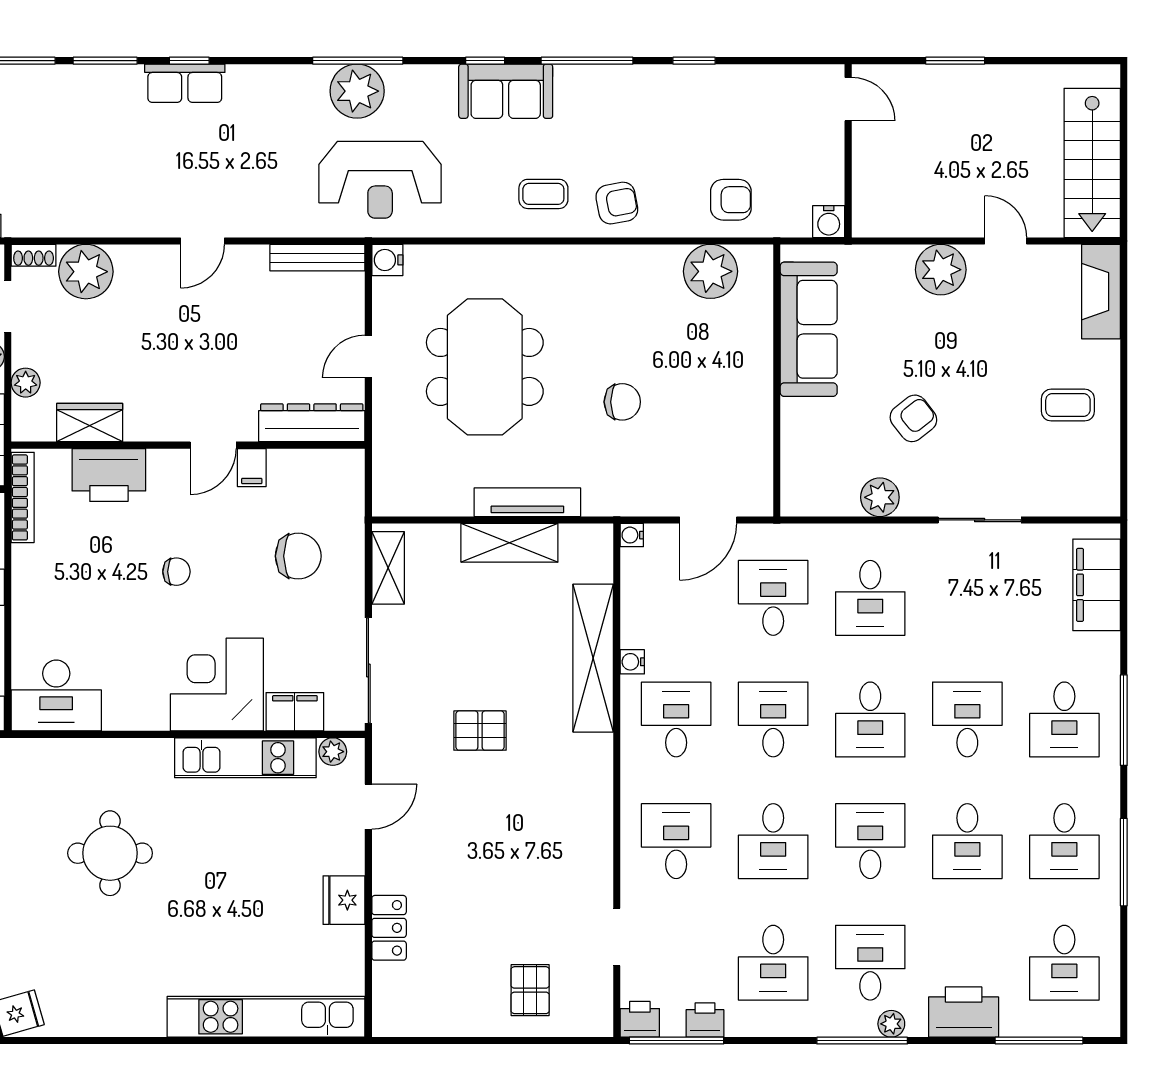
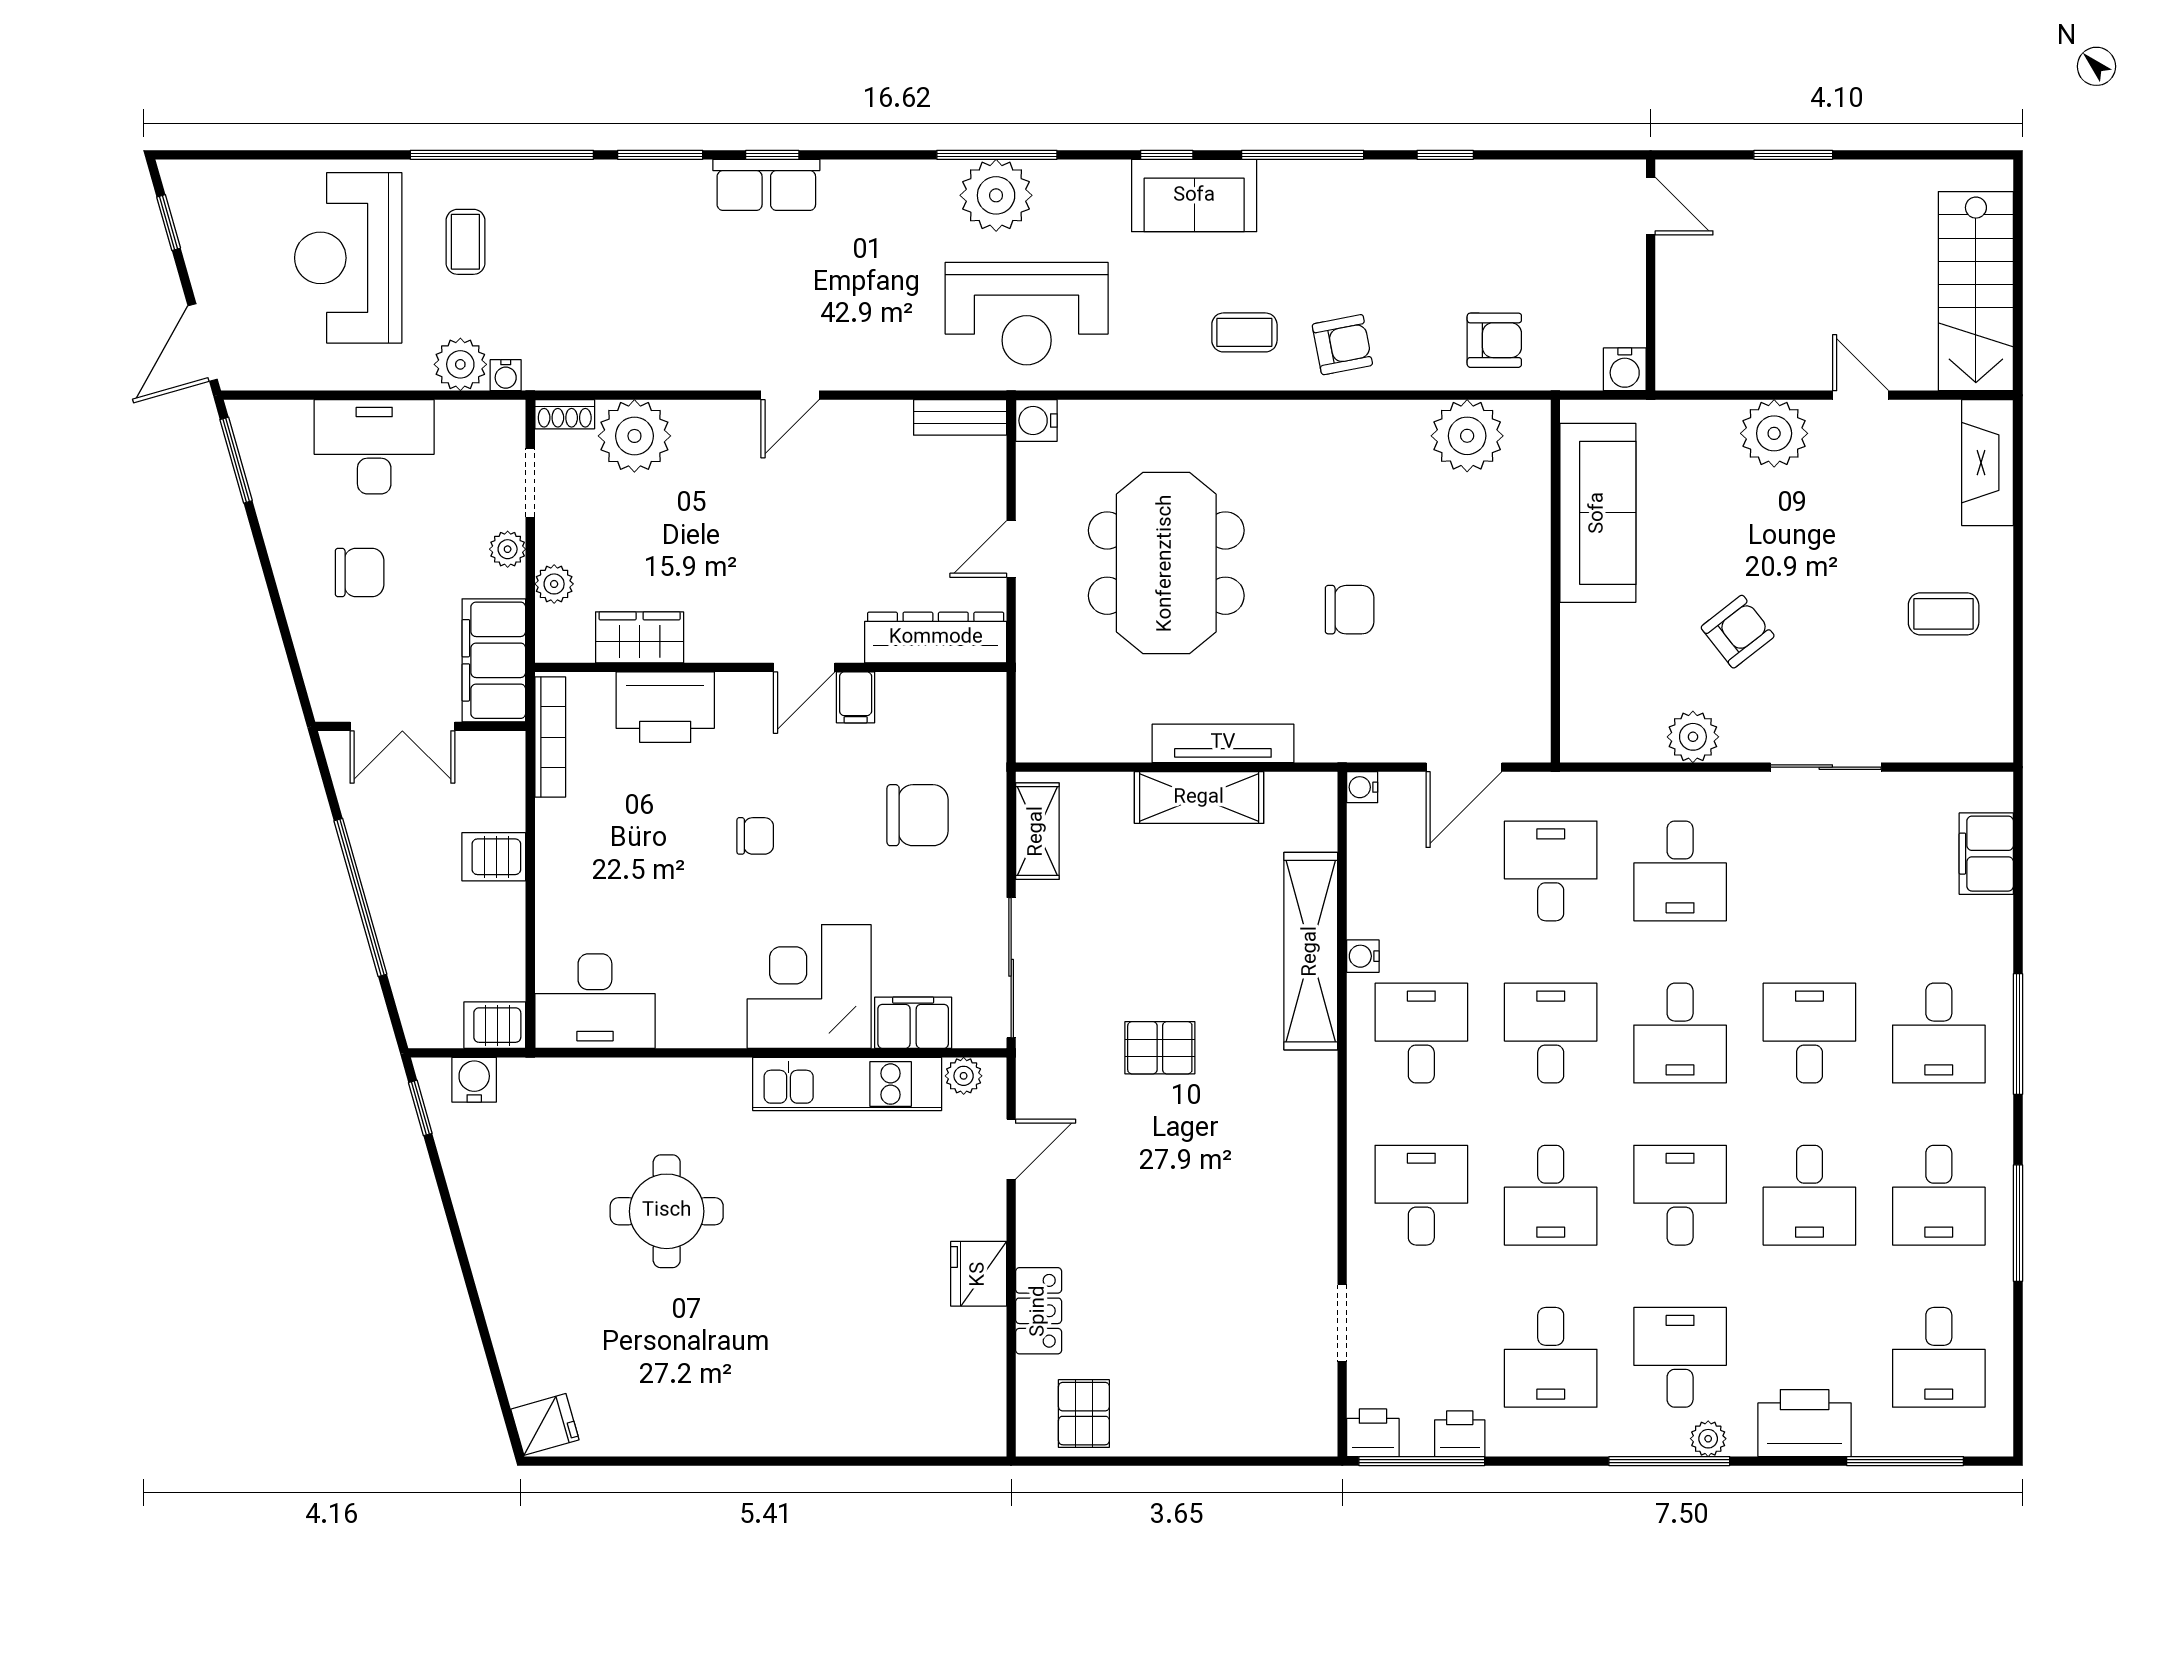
bench: (317, 258) -> (960, 417), width x0.73
filing cabinet: (1097, 585) -> (1986, 854), width x0.67, depth x0.86
pallet: (530, 990) -> (1084, 1414), moved
kitchen unit: (266, 1017) -> (875, 1429), removed

